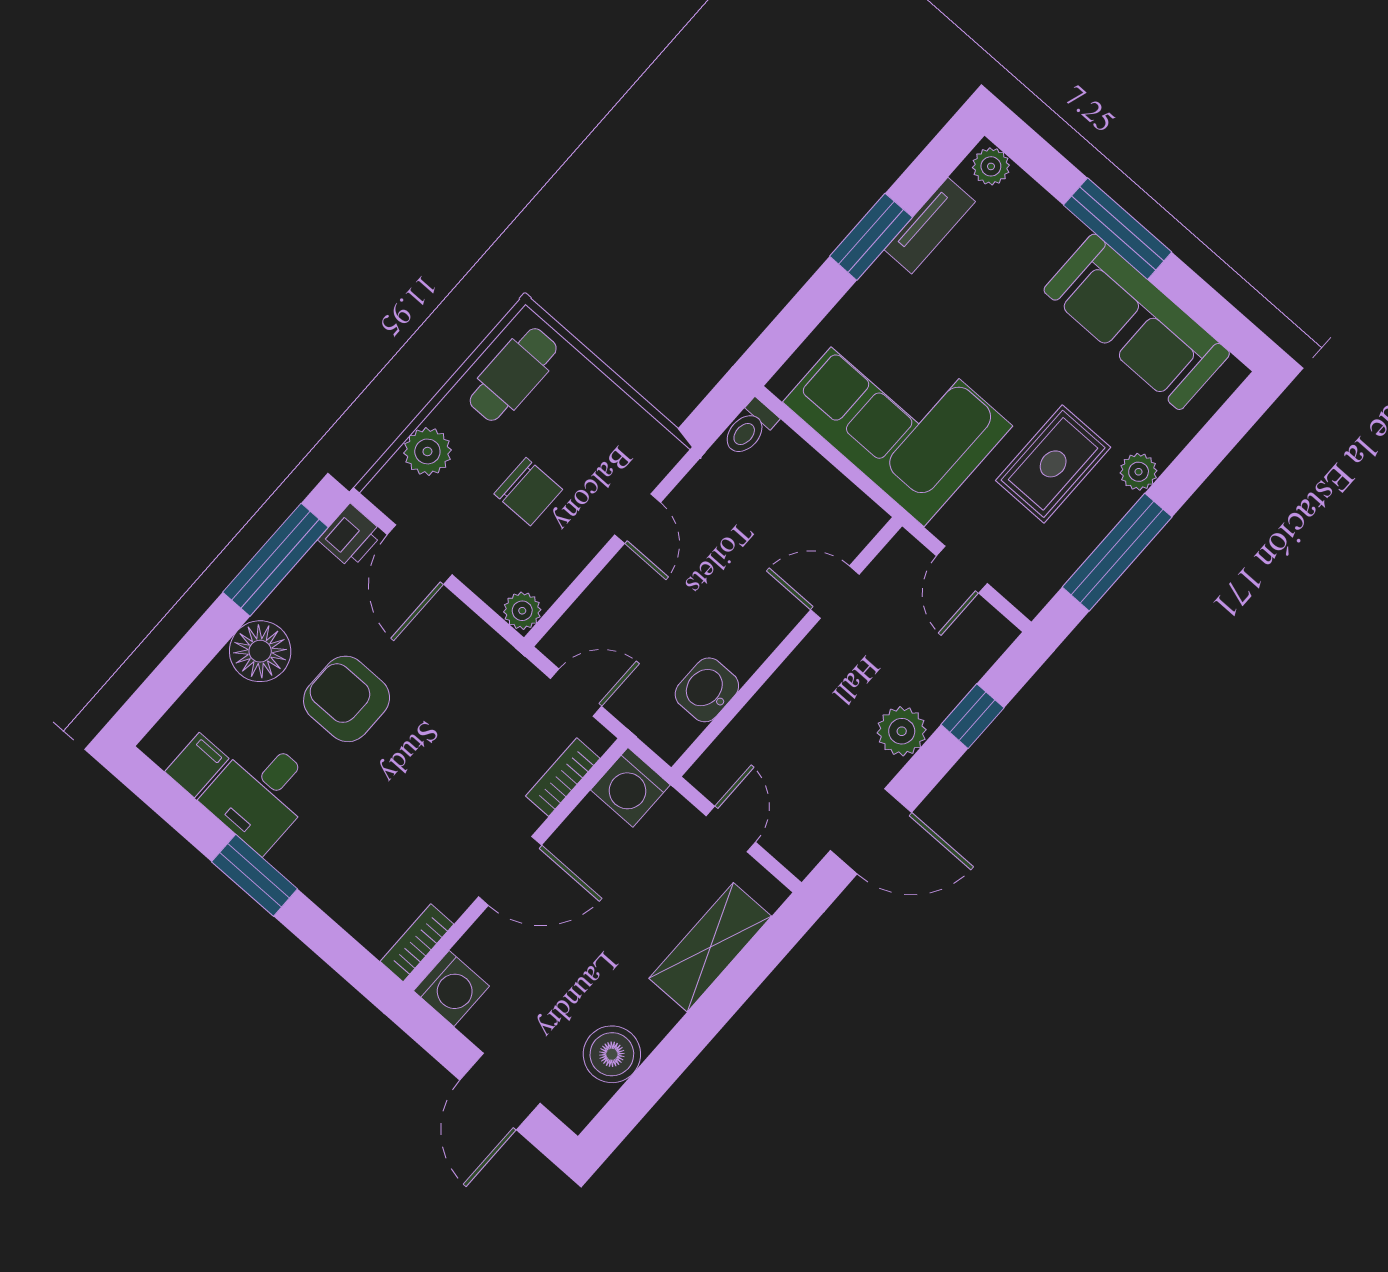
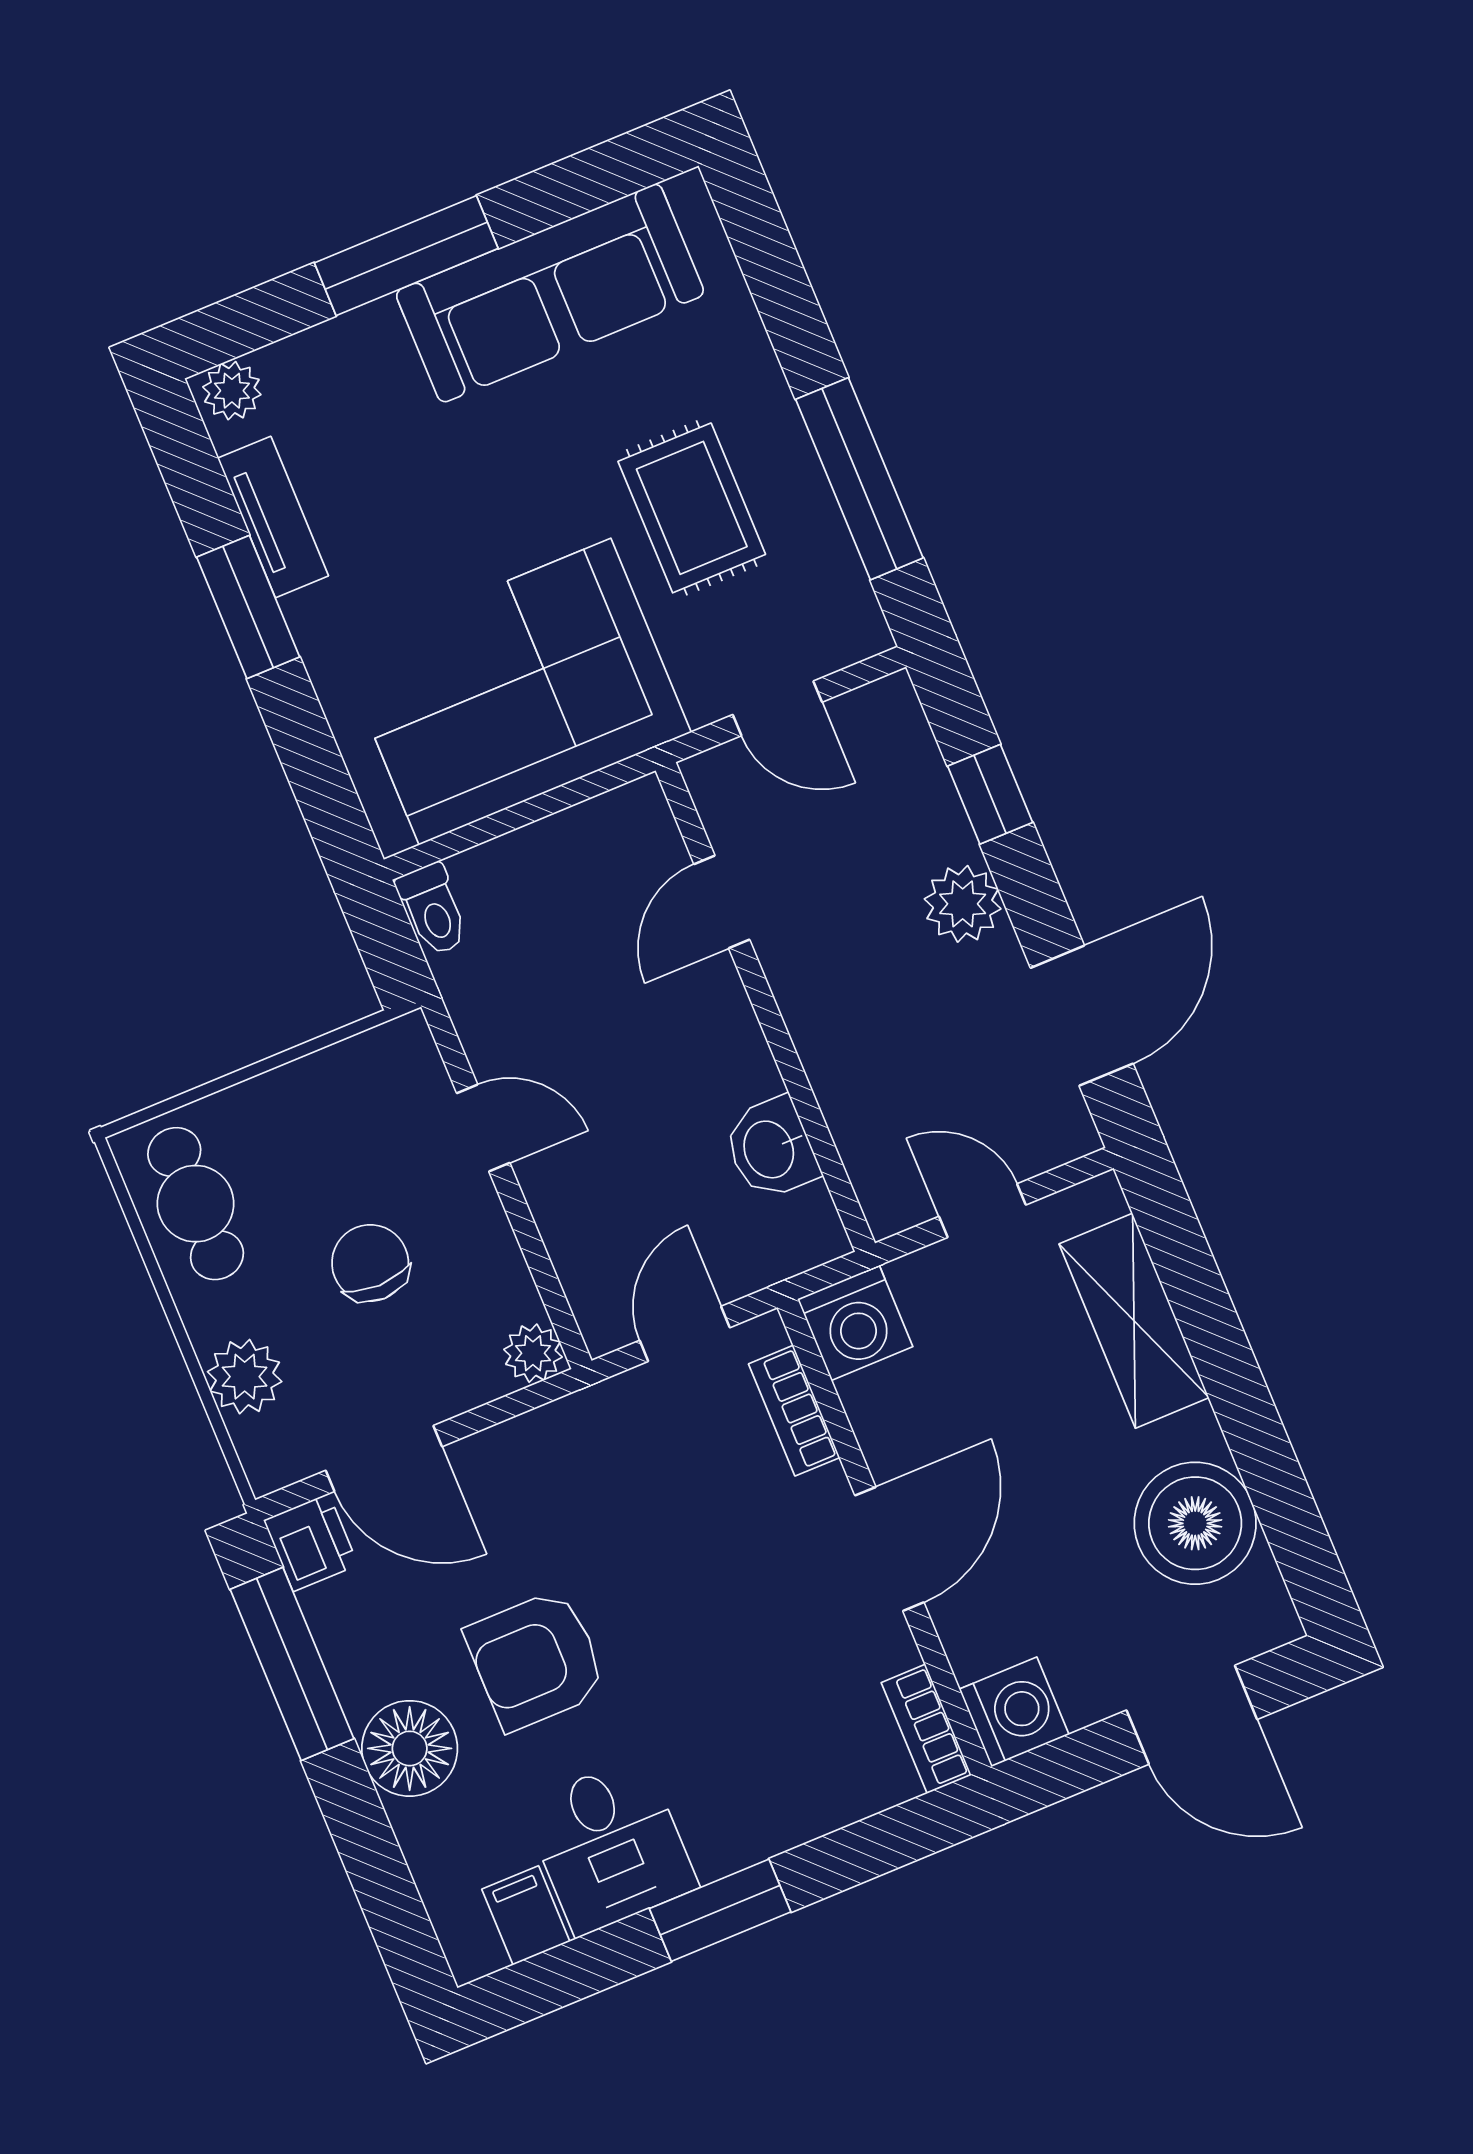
plant: (1139, 472) -> (761, 393), removed
chair: (528, 492) -> (370, 1263), turned -90
boiler: (612, 1054) -> (1195, 1523), width x1.37, depth x1.37

